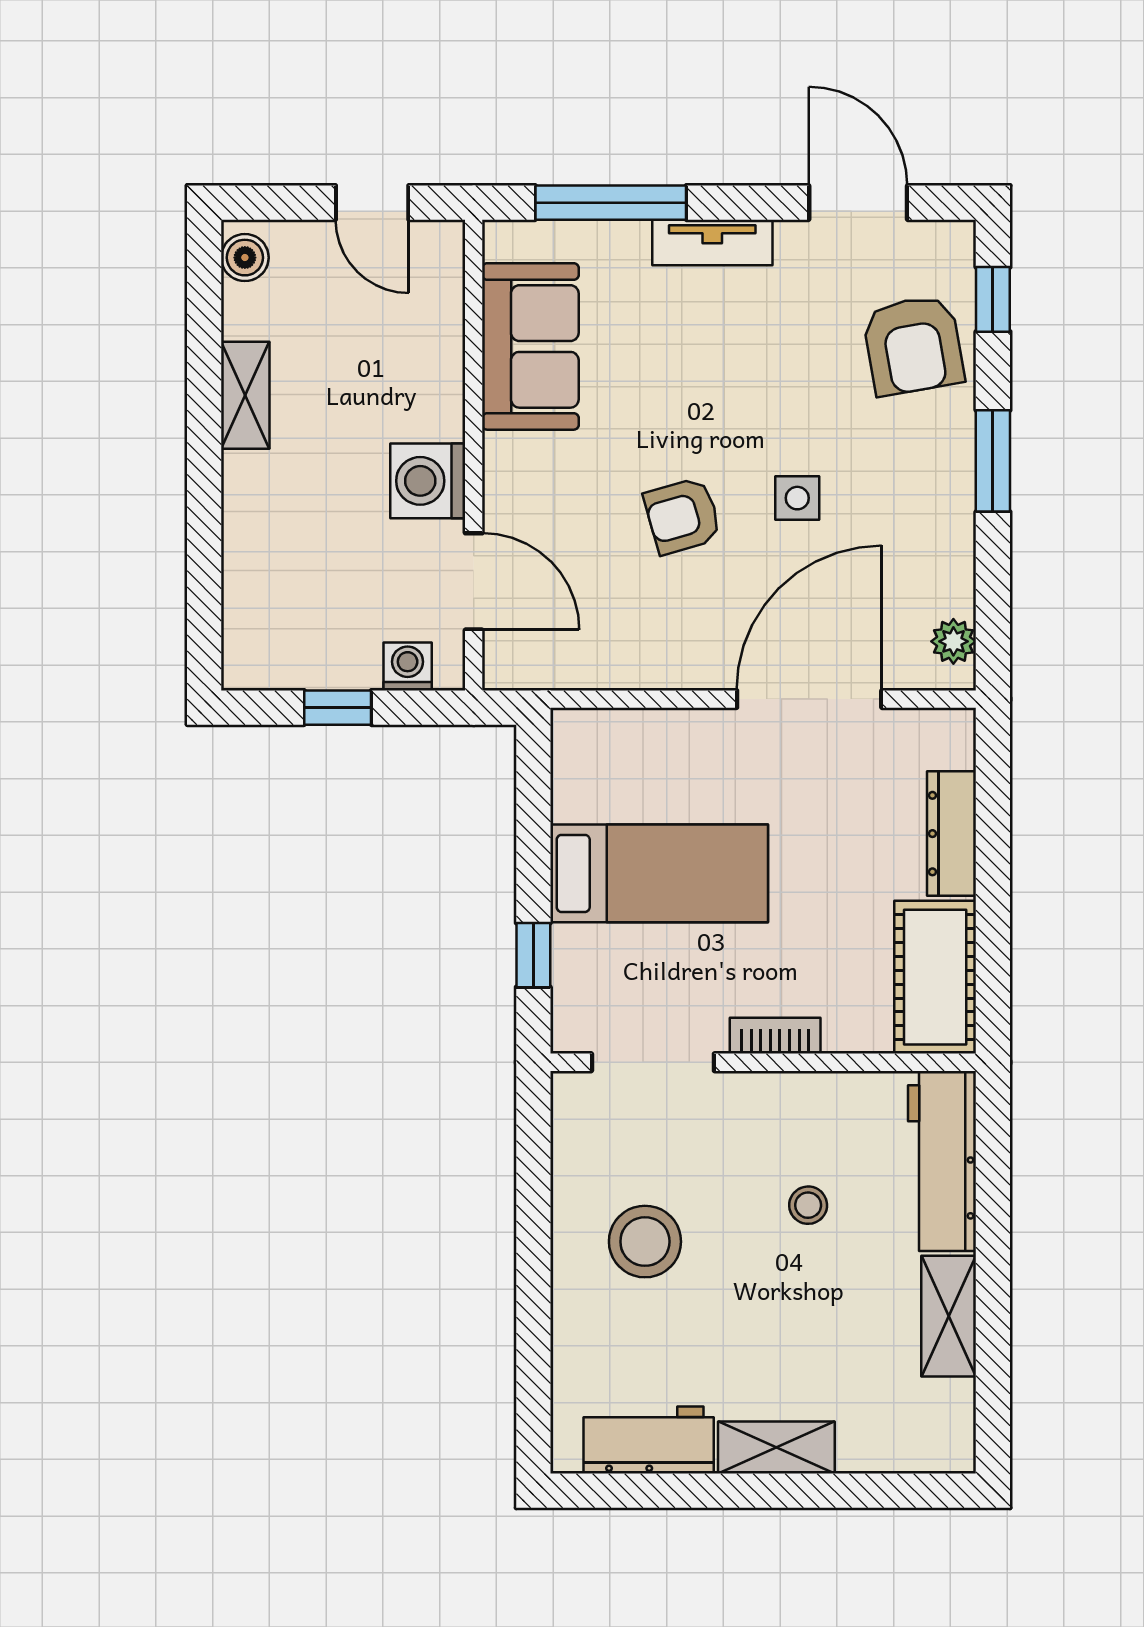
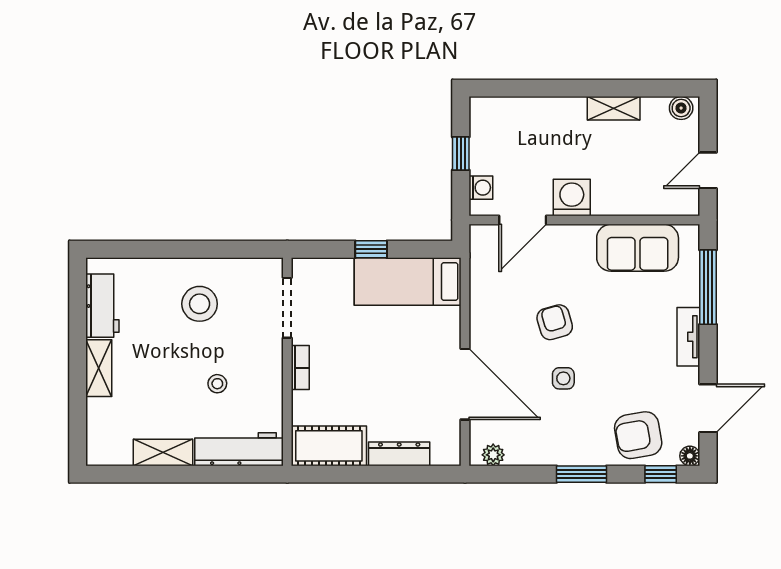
floor lamp: (956, 240) -> (690, 456), added
bed: (659, 873) -> (408, 281), moved, turned 90
window: (533, 955) -> (371, 249), moved

